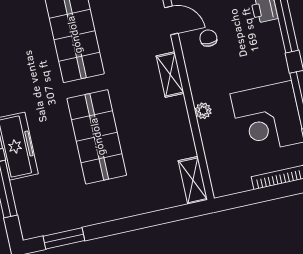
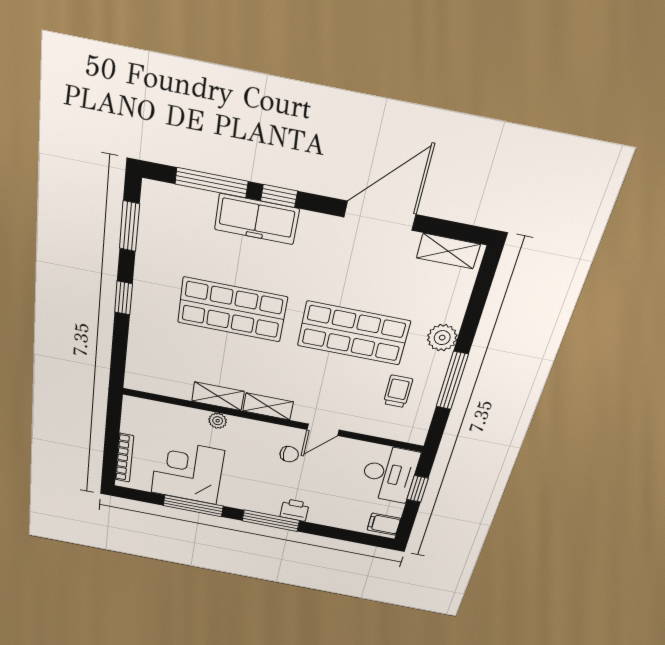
shelving: (193, 180) -> (218, 396), moved
window: (125, 225) -> (123, 298), added

